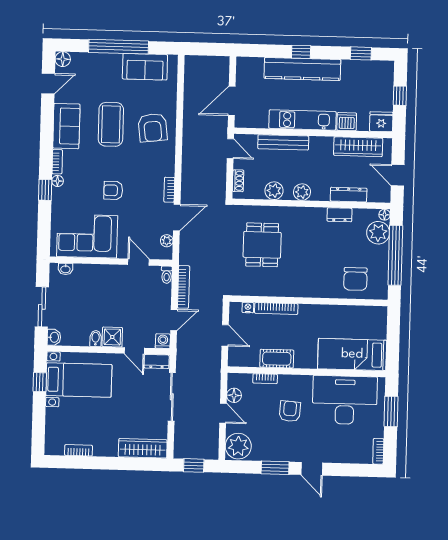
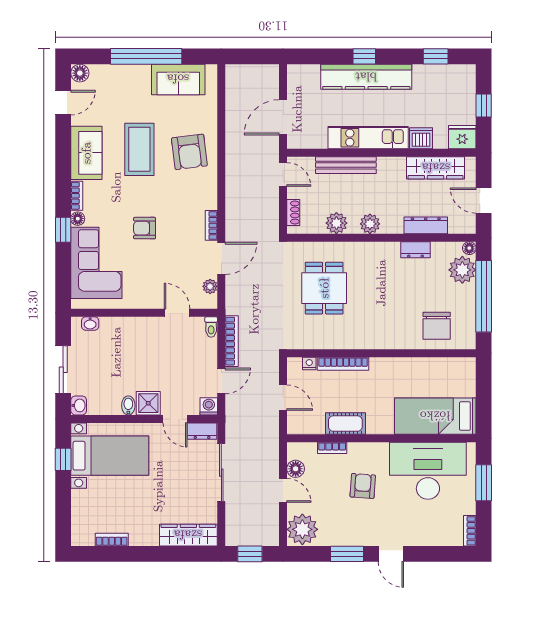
corner sofa: (87, 236) -> (96, 263), moved, turned 90

